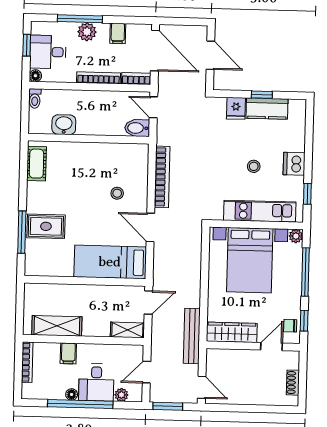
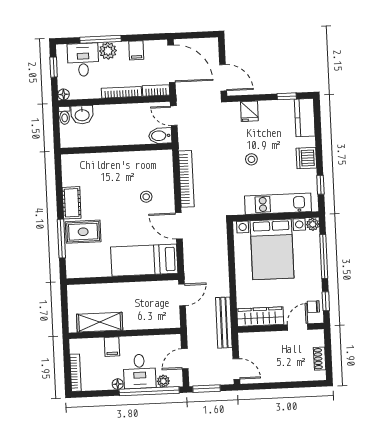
desk: (48, 52) -> (83, 60), moved, turned 90
door: (210, 55) -> (223, 78), moved
window: (262, 95) -> (287, 96), moved
kitchen counter: (267, 109) -> (305, 118), moved, turned 90
washbasin: (64, 125) -> (82, 115), moved, turned 180
cot: (36, 164) -> (72, 203), moved
stool: (254, 166) -> (251, 159), moved
shelving: (127, 330) -> (165, 321), removed
bookcase: (27, 362) -> (75, 373), moved
window: (80, 404) -> (149, 391), moved

